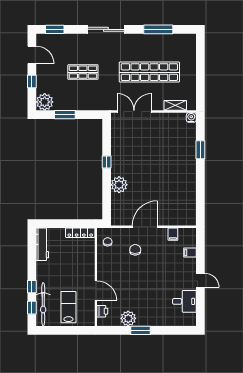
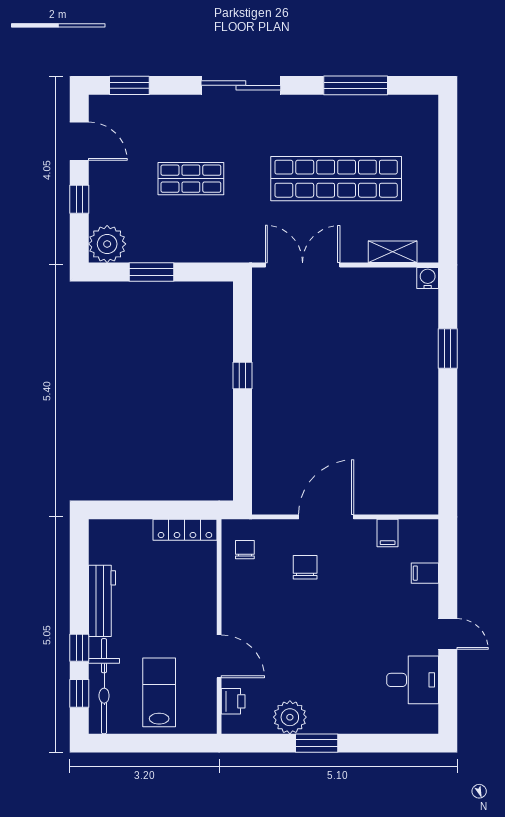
plant: (119, 185) -> (270, 425), removed
workbench: (42, 244) -> (102, 601), moved

